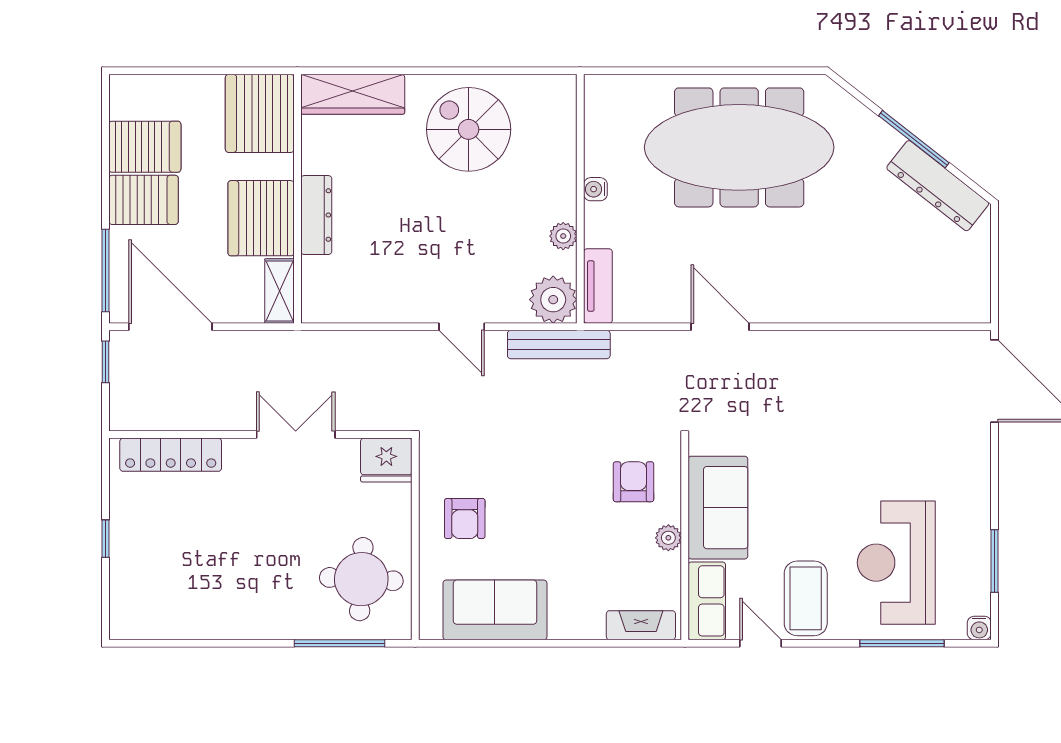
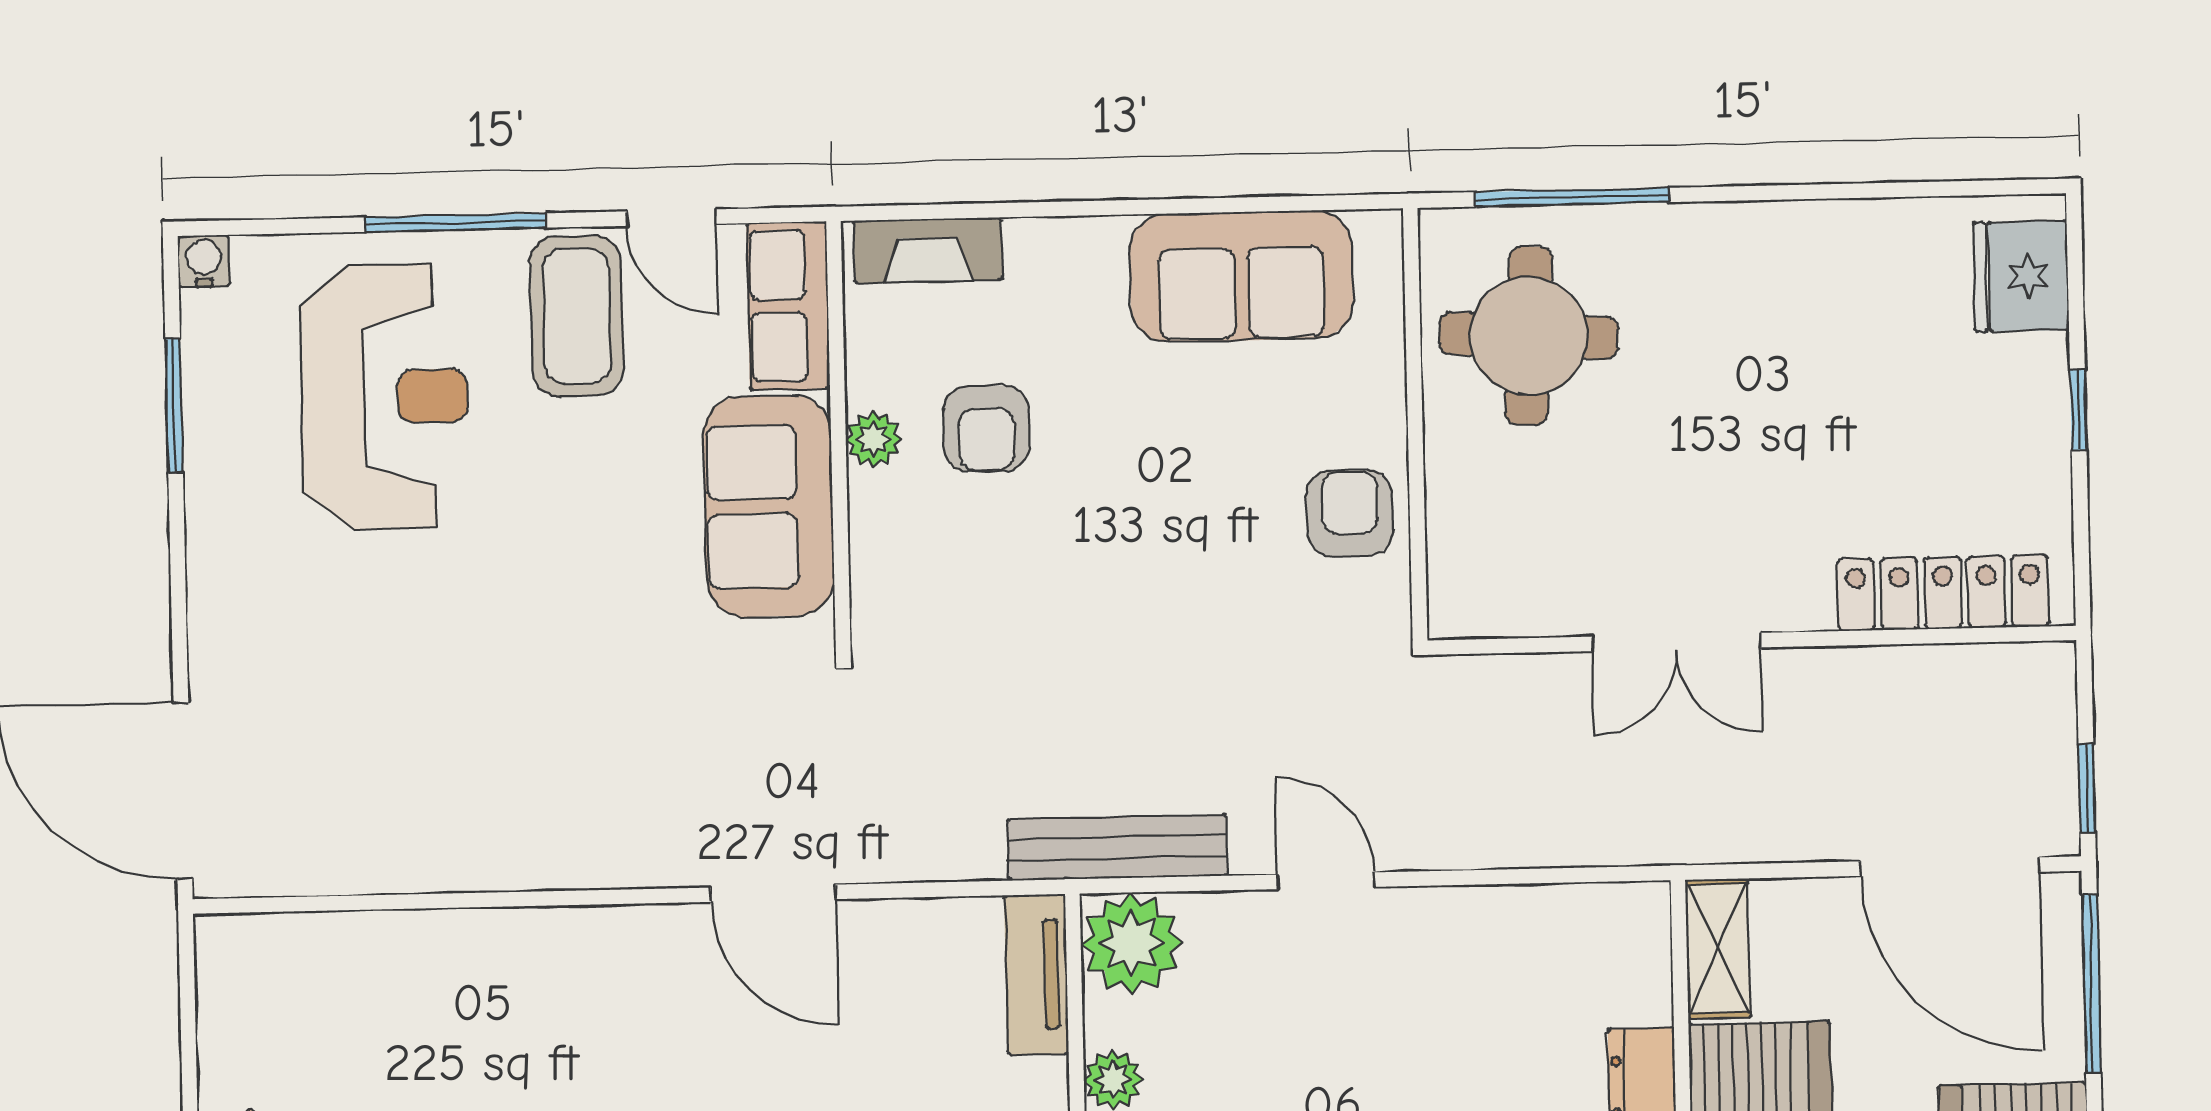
fridge: (386, 460) -> (2021, 276), moved, turned -90
armchair: (634, 482) -> (986, 429), moved
armchair: (465, 519) -> (1350, 513), moved
window: (902, 643) -> (455, 223), moved

